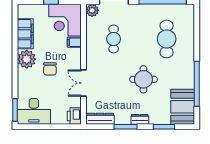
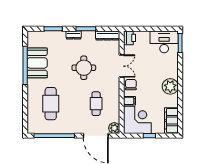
filing cabinet: (25, 34) -> (171, 121), moved
chair: (50, 69) -> (131, 85), moved
round table: (143, 79) -> (84, 68), moved
booth: (183, 107) -> (37, 63), moved

